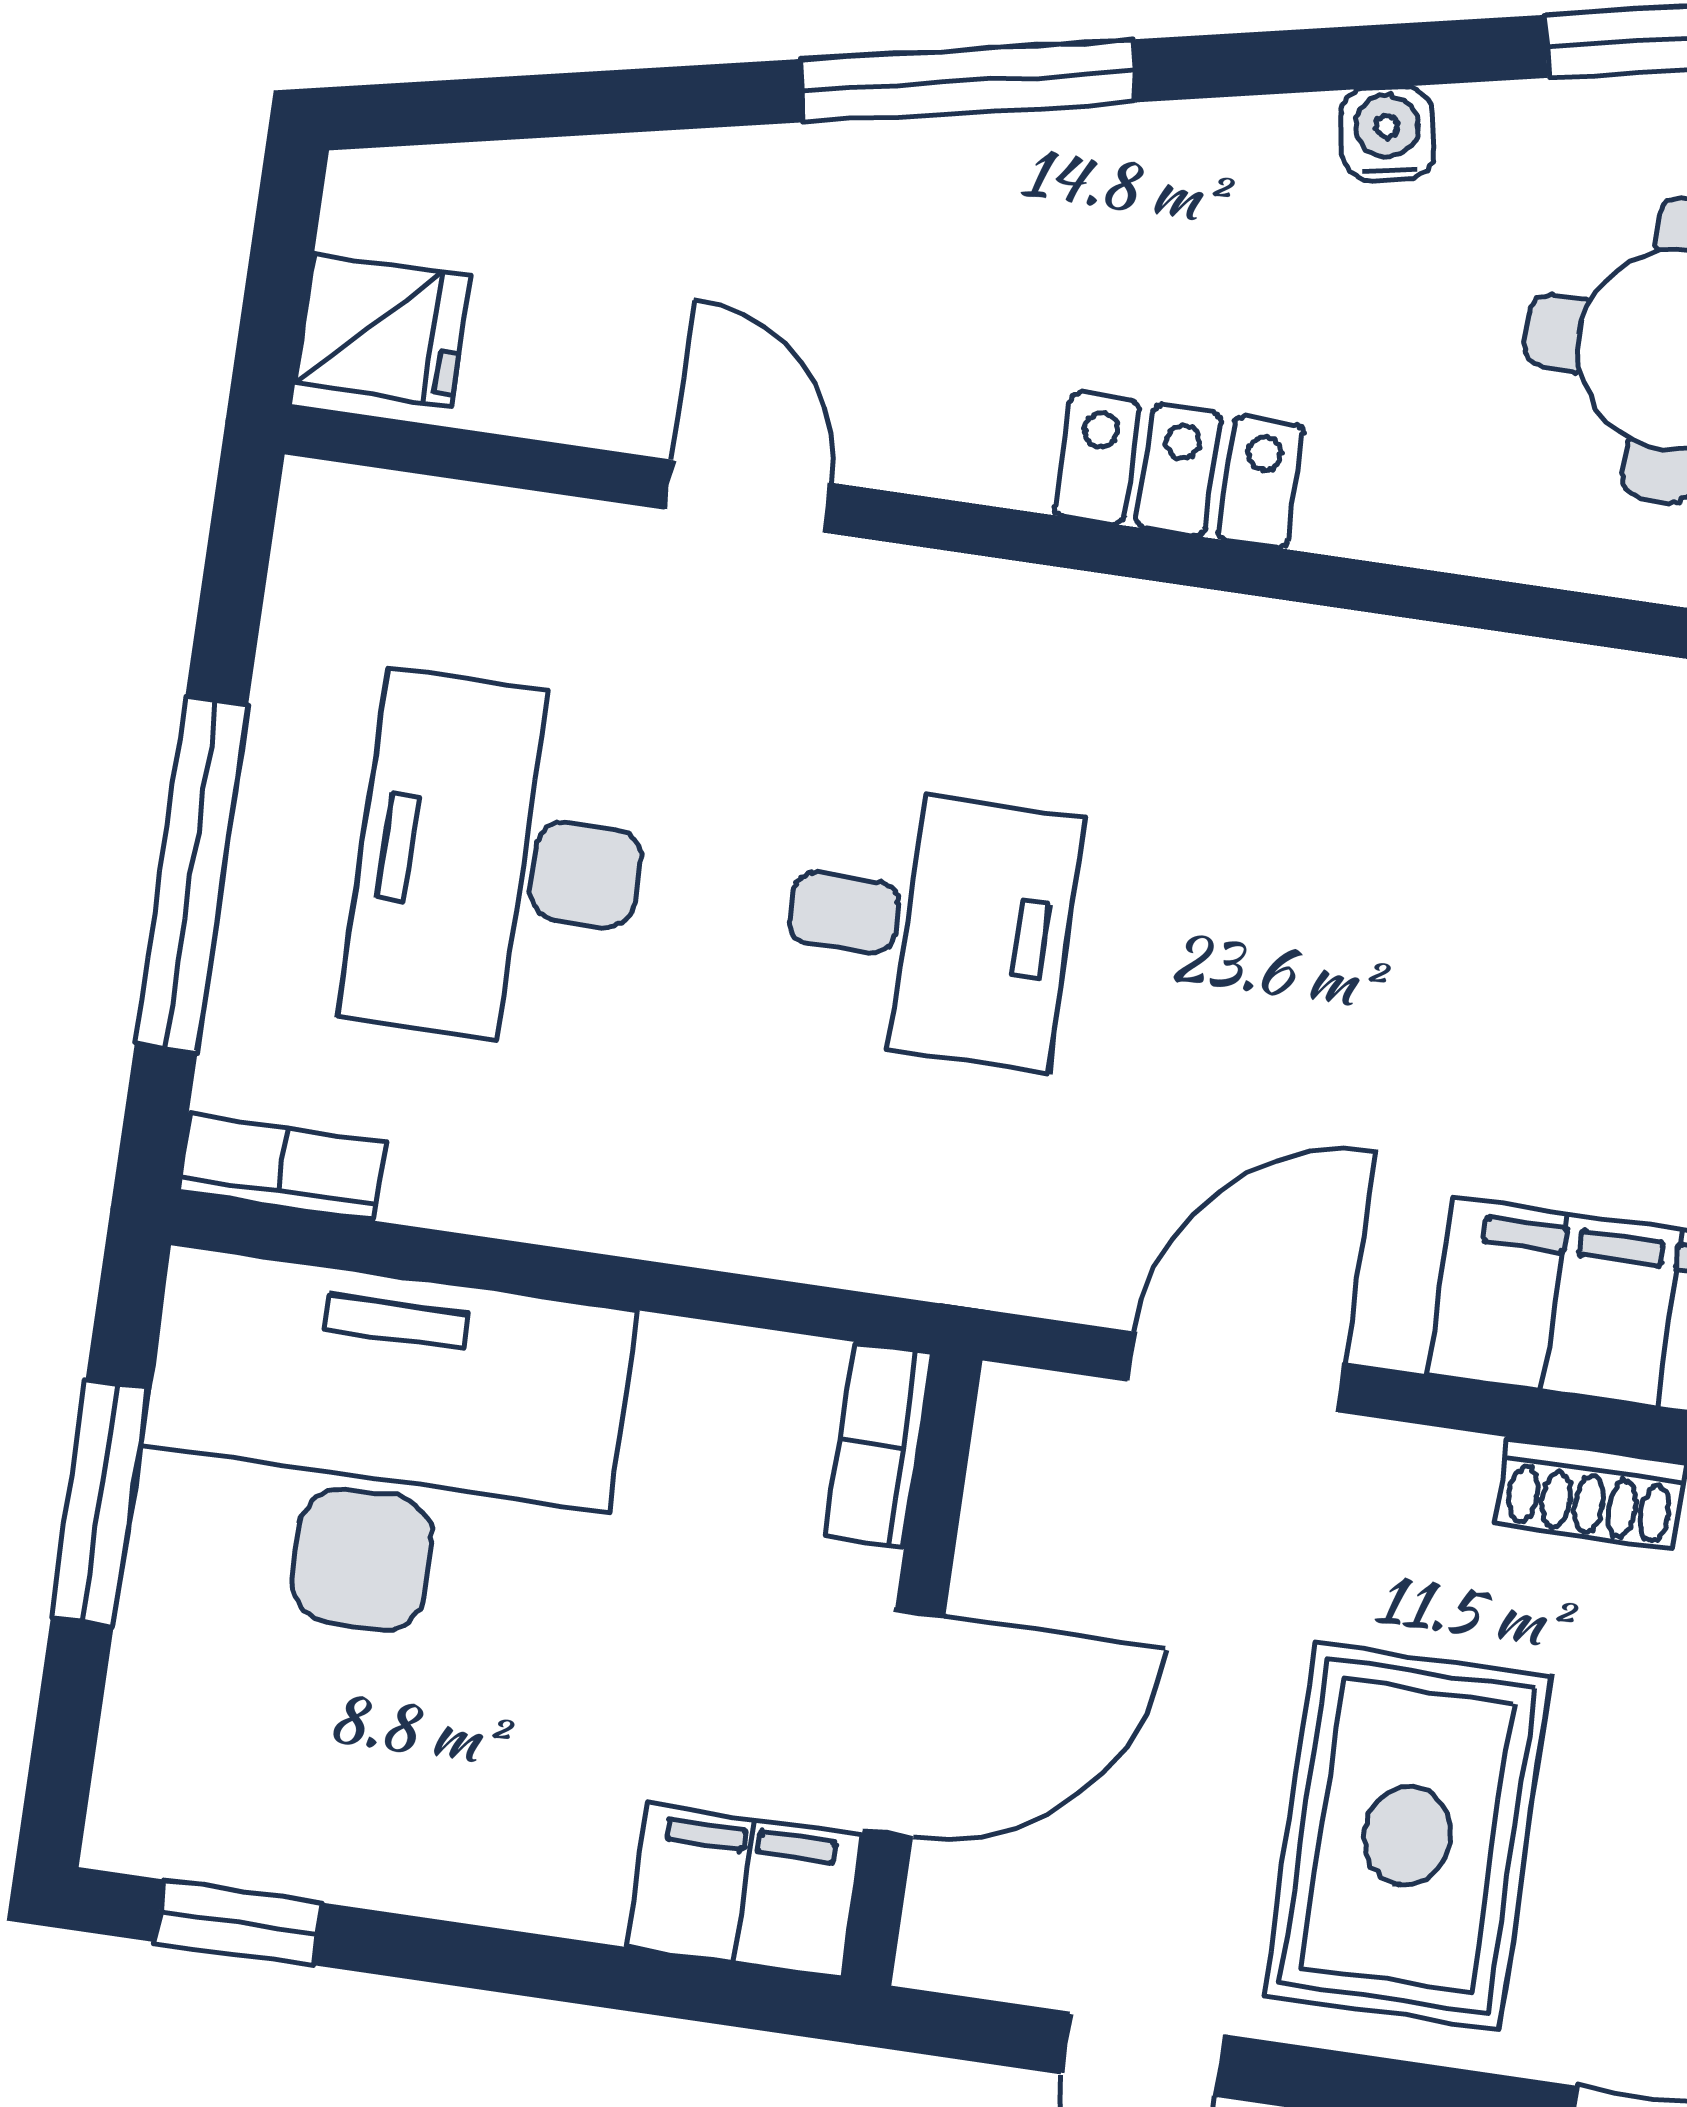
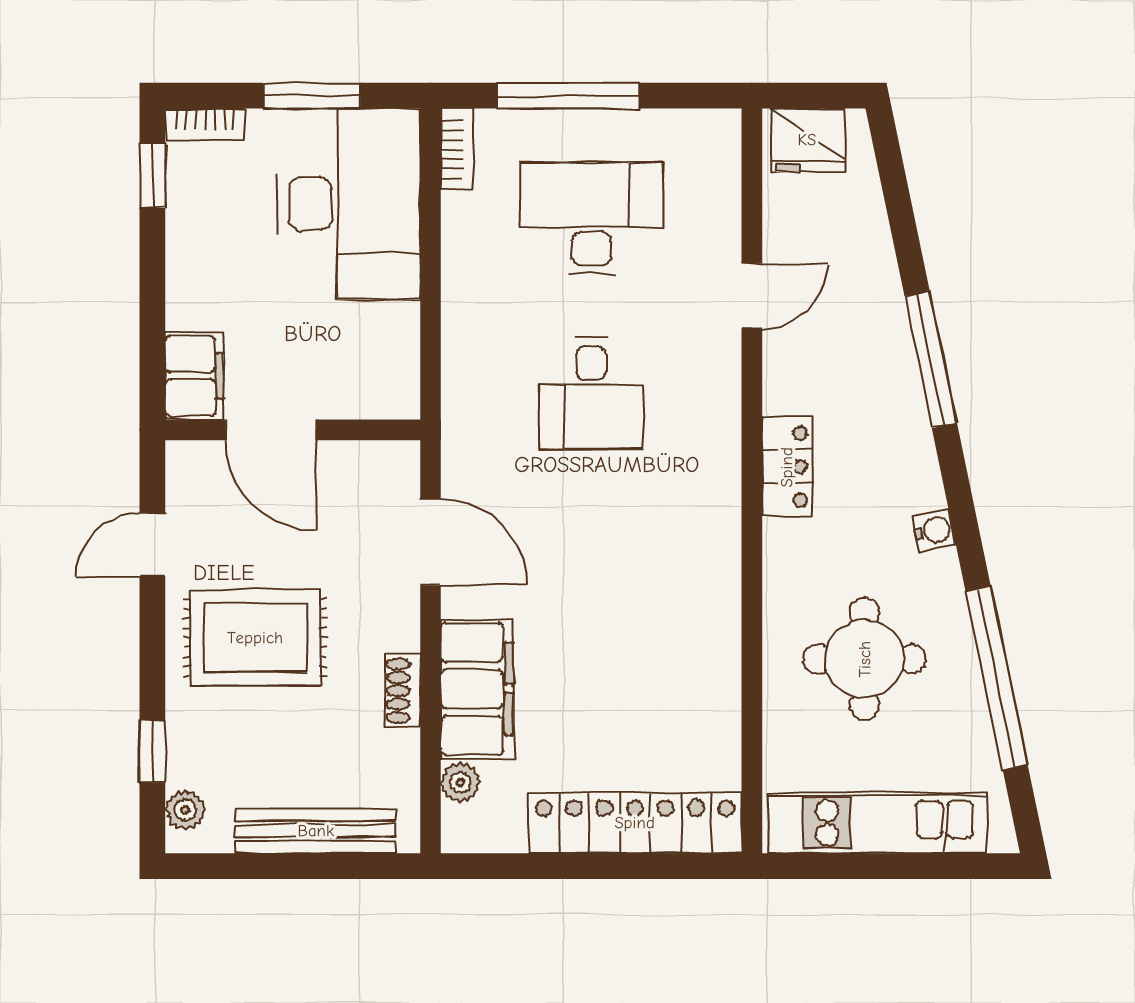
fridge: (382, 330) -> (807, 140), width x1.38
bookcase: (879, 1445) -> (205, 124), moved, turned 180

